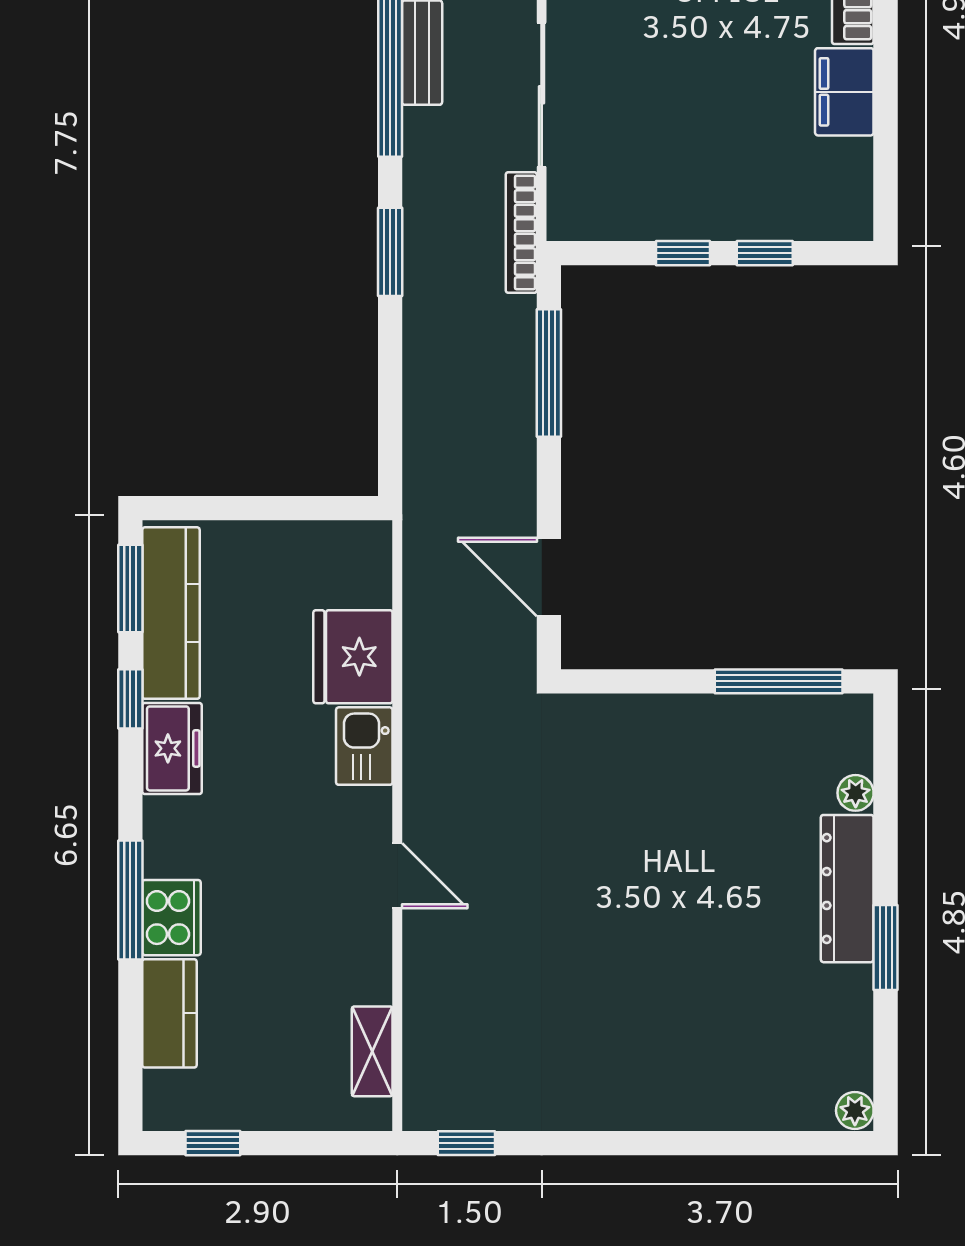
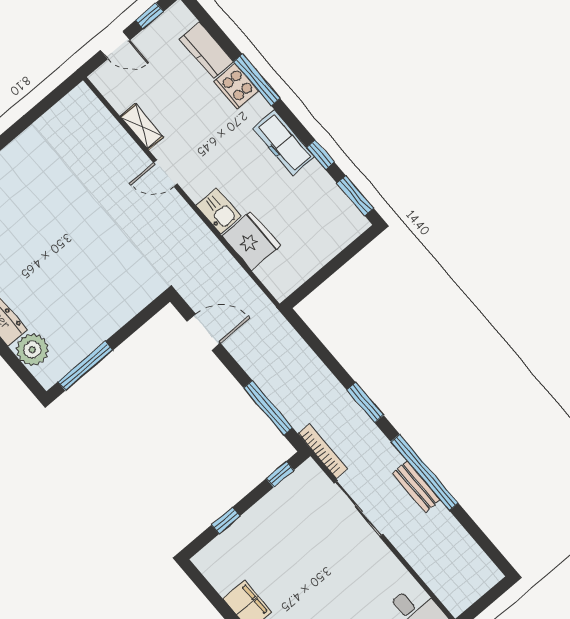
window: (683, 253) -> (280, 474), moved
kitchen counter: (171, 613) -> (332, 199), removed
freezer: (172, 748) -> (283, 143), width x1.40
plant: (856, 793) -> (32, 350), width x1.88, depth x1.88
shelving: (372, 1051) -> (142, 127), moved
door: (305, 1143) -> (115, 45), added
window: (466, 1143) -> (55, 96), removed

